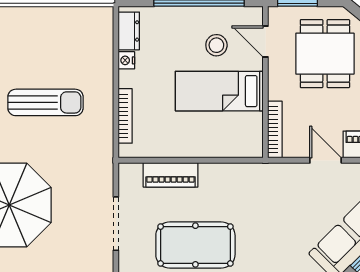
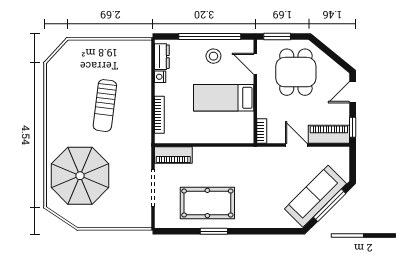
stool: (216, 45) -> (213, 56), moved
sun lounger: (45, 102) -> (105, 106), turned 97
bookcase: (275, 130) -> (262, 131), width x0.64
piano: (171, 175) -> (173, 155), moved

